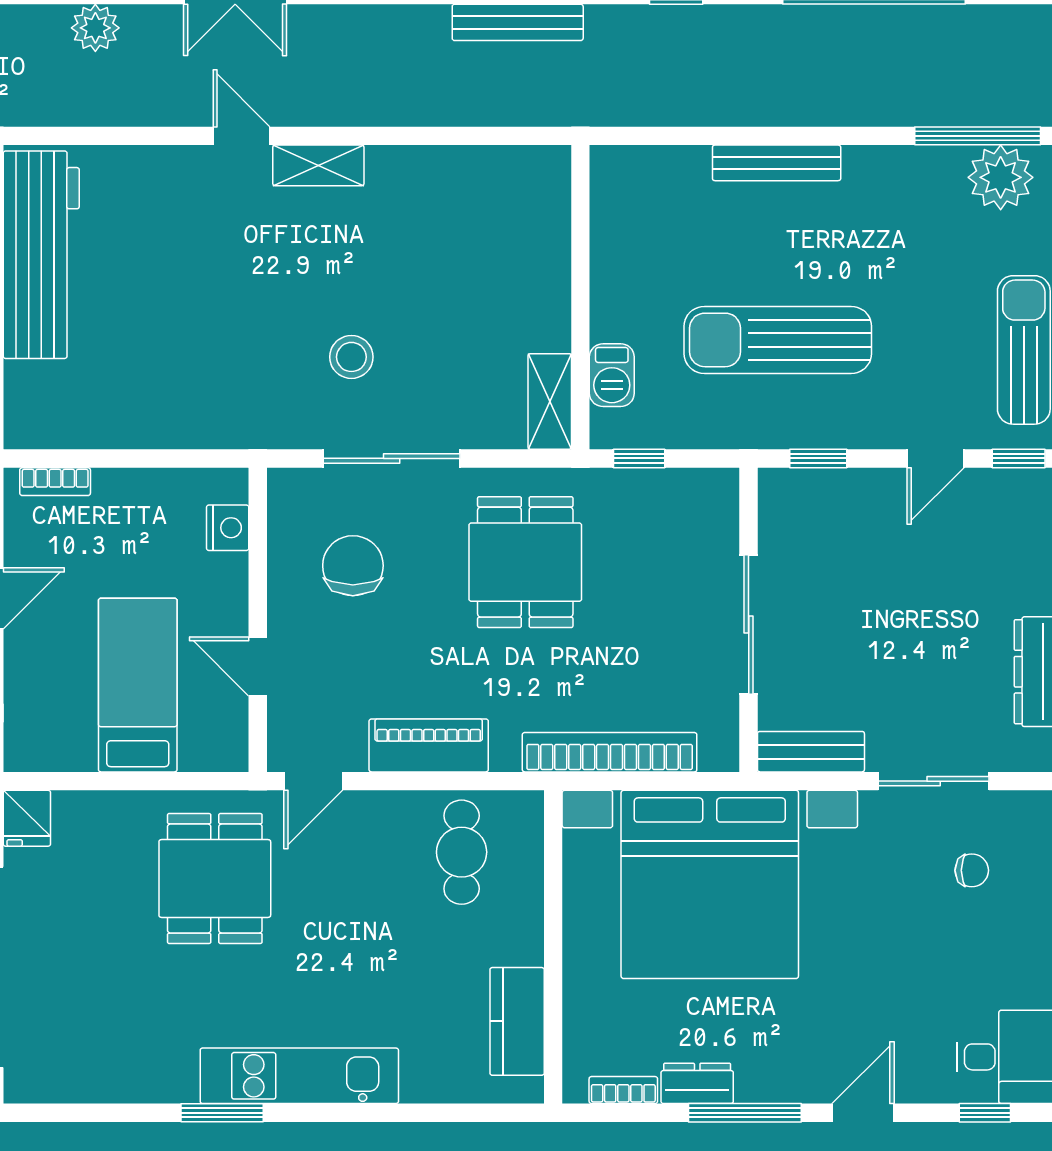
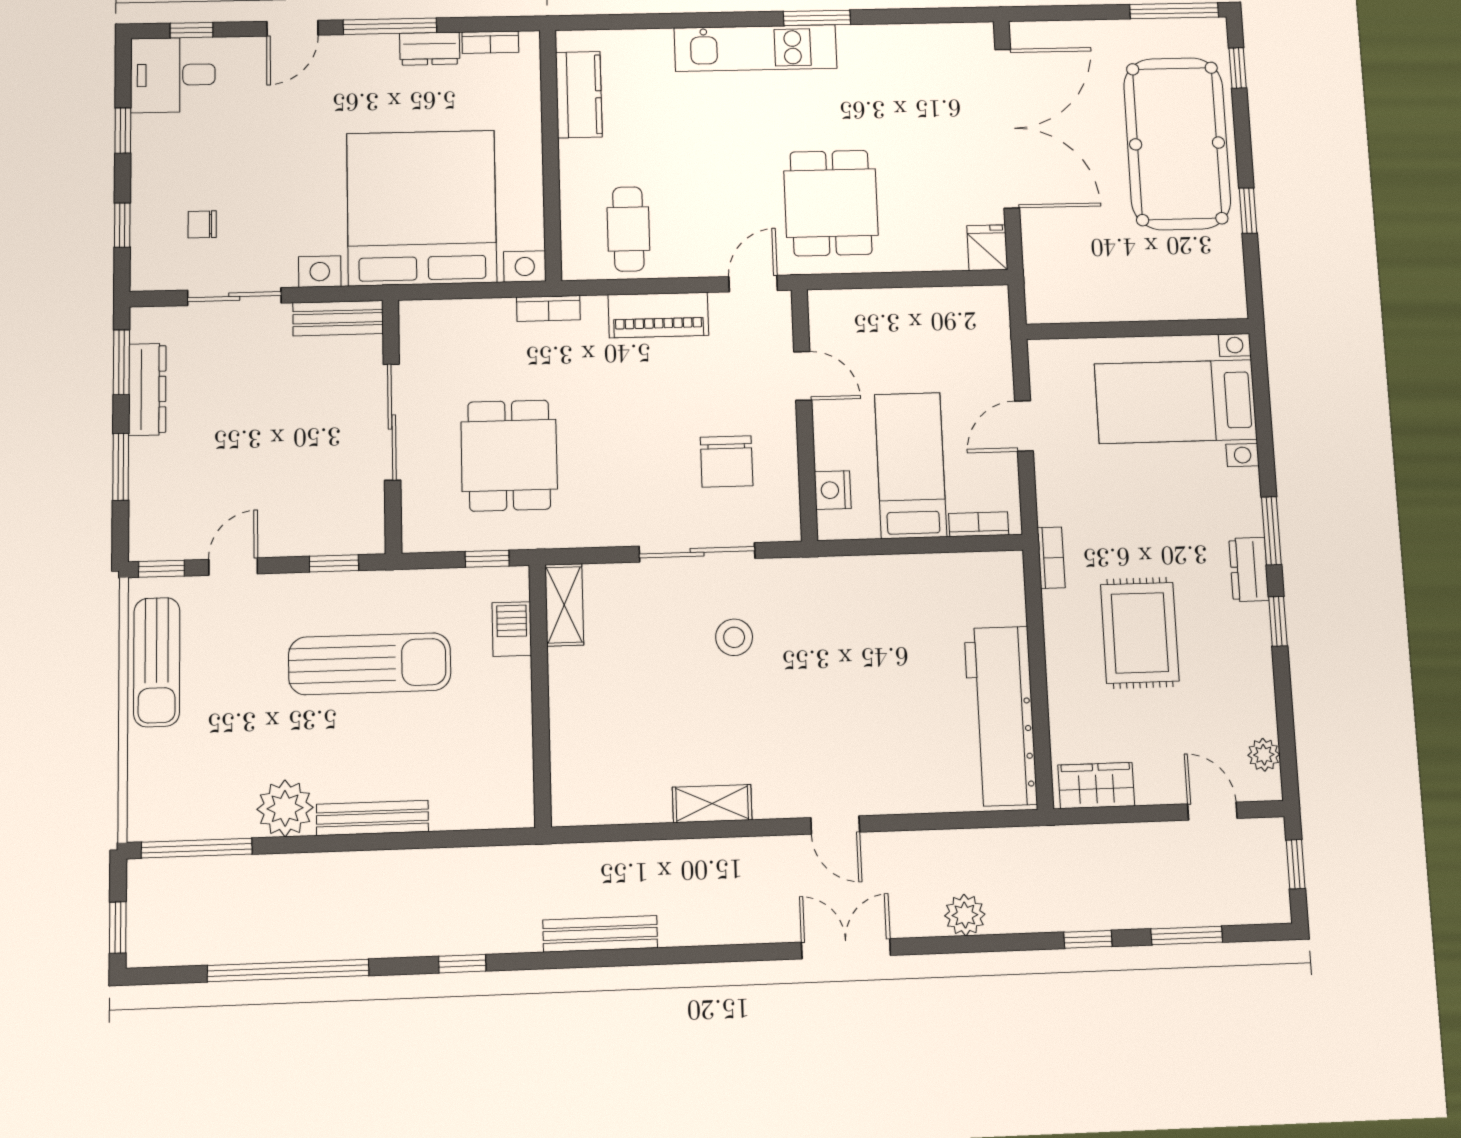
shelving: (318, 165) -> (712, 804), moved
plant: (1001, 177) -> (285, 808), moved
dining table: (525, 562) -> (509, 455), moved
bed: (138, 685) -> (911, 465), moved, turned 180
bookcase: (610, 752) -> (548, 308), width x0.43, depth x0.76

